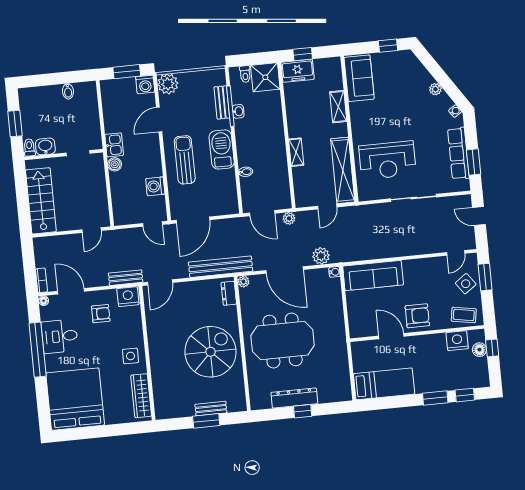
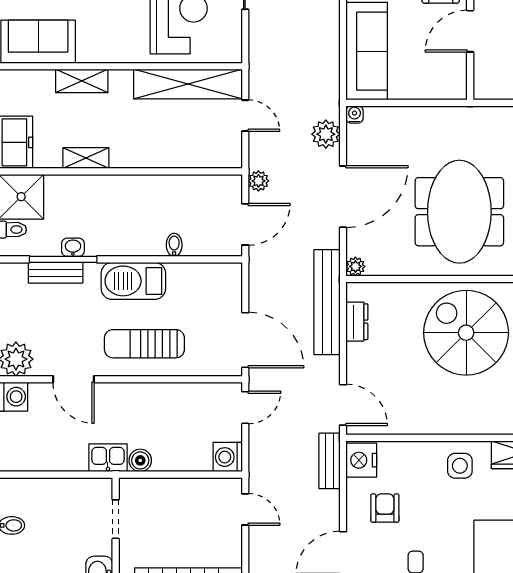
shelving: (296, 152) -> (86, 158), moved
washing machine: (155, 186) -> (228, 457), moved, turned 90
dresser: (229, 293) -> (357, 322), moved, turned -90

